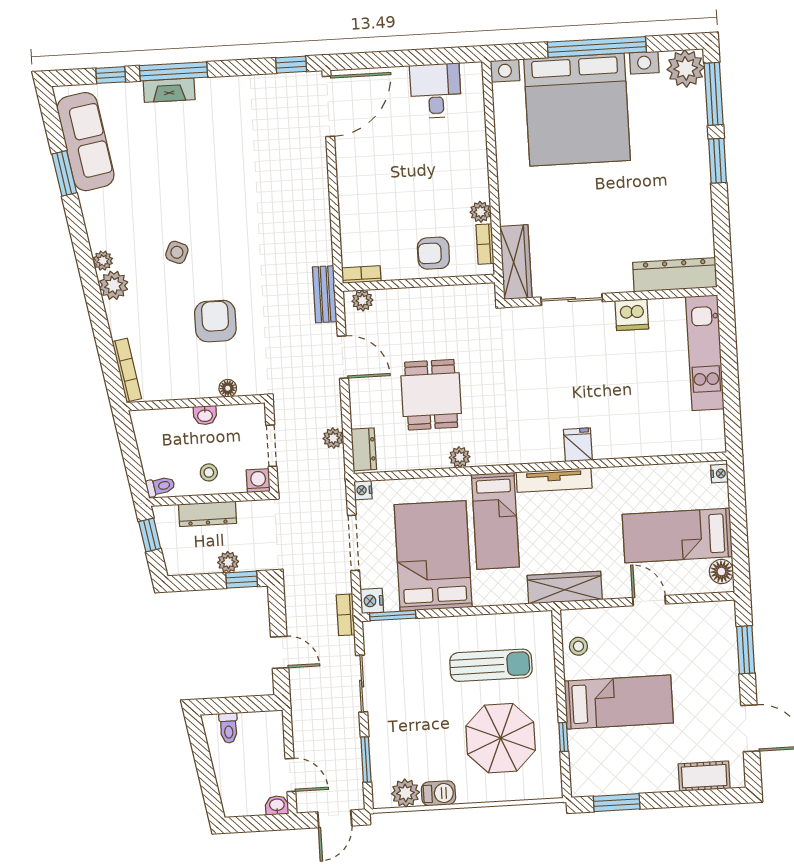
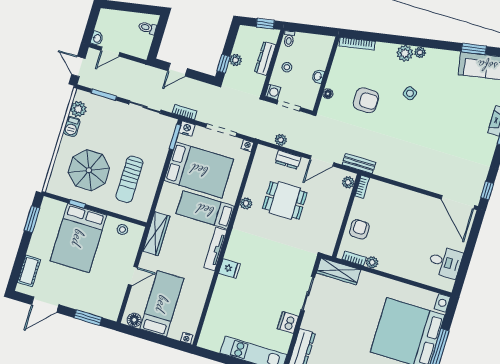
dresser: (364, 449) -> (288, 160), moved
bed: (619, 702) -> (78, 238), width x1.50

